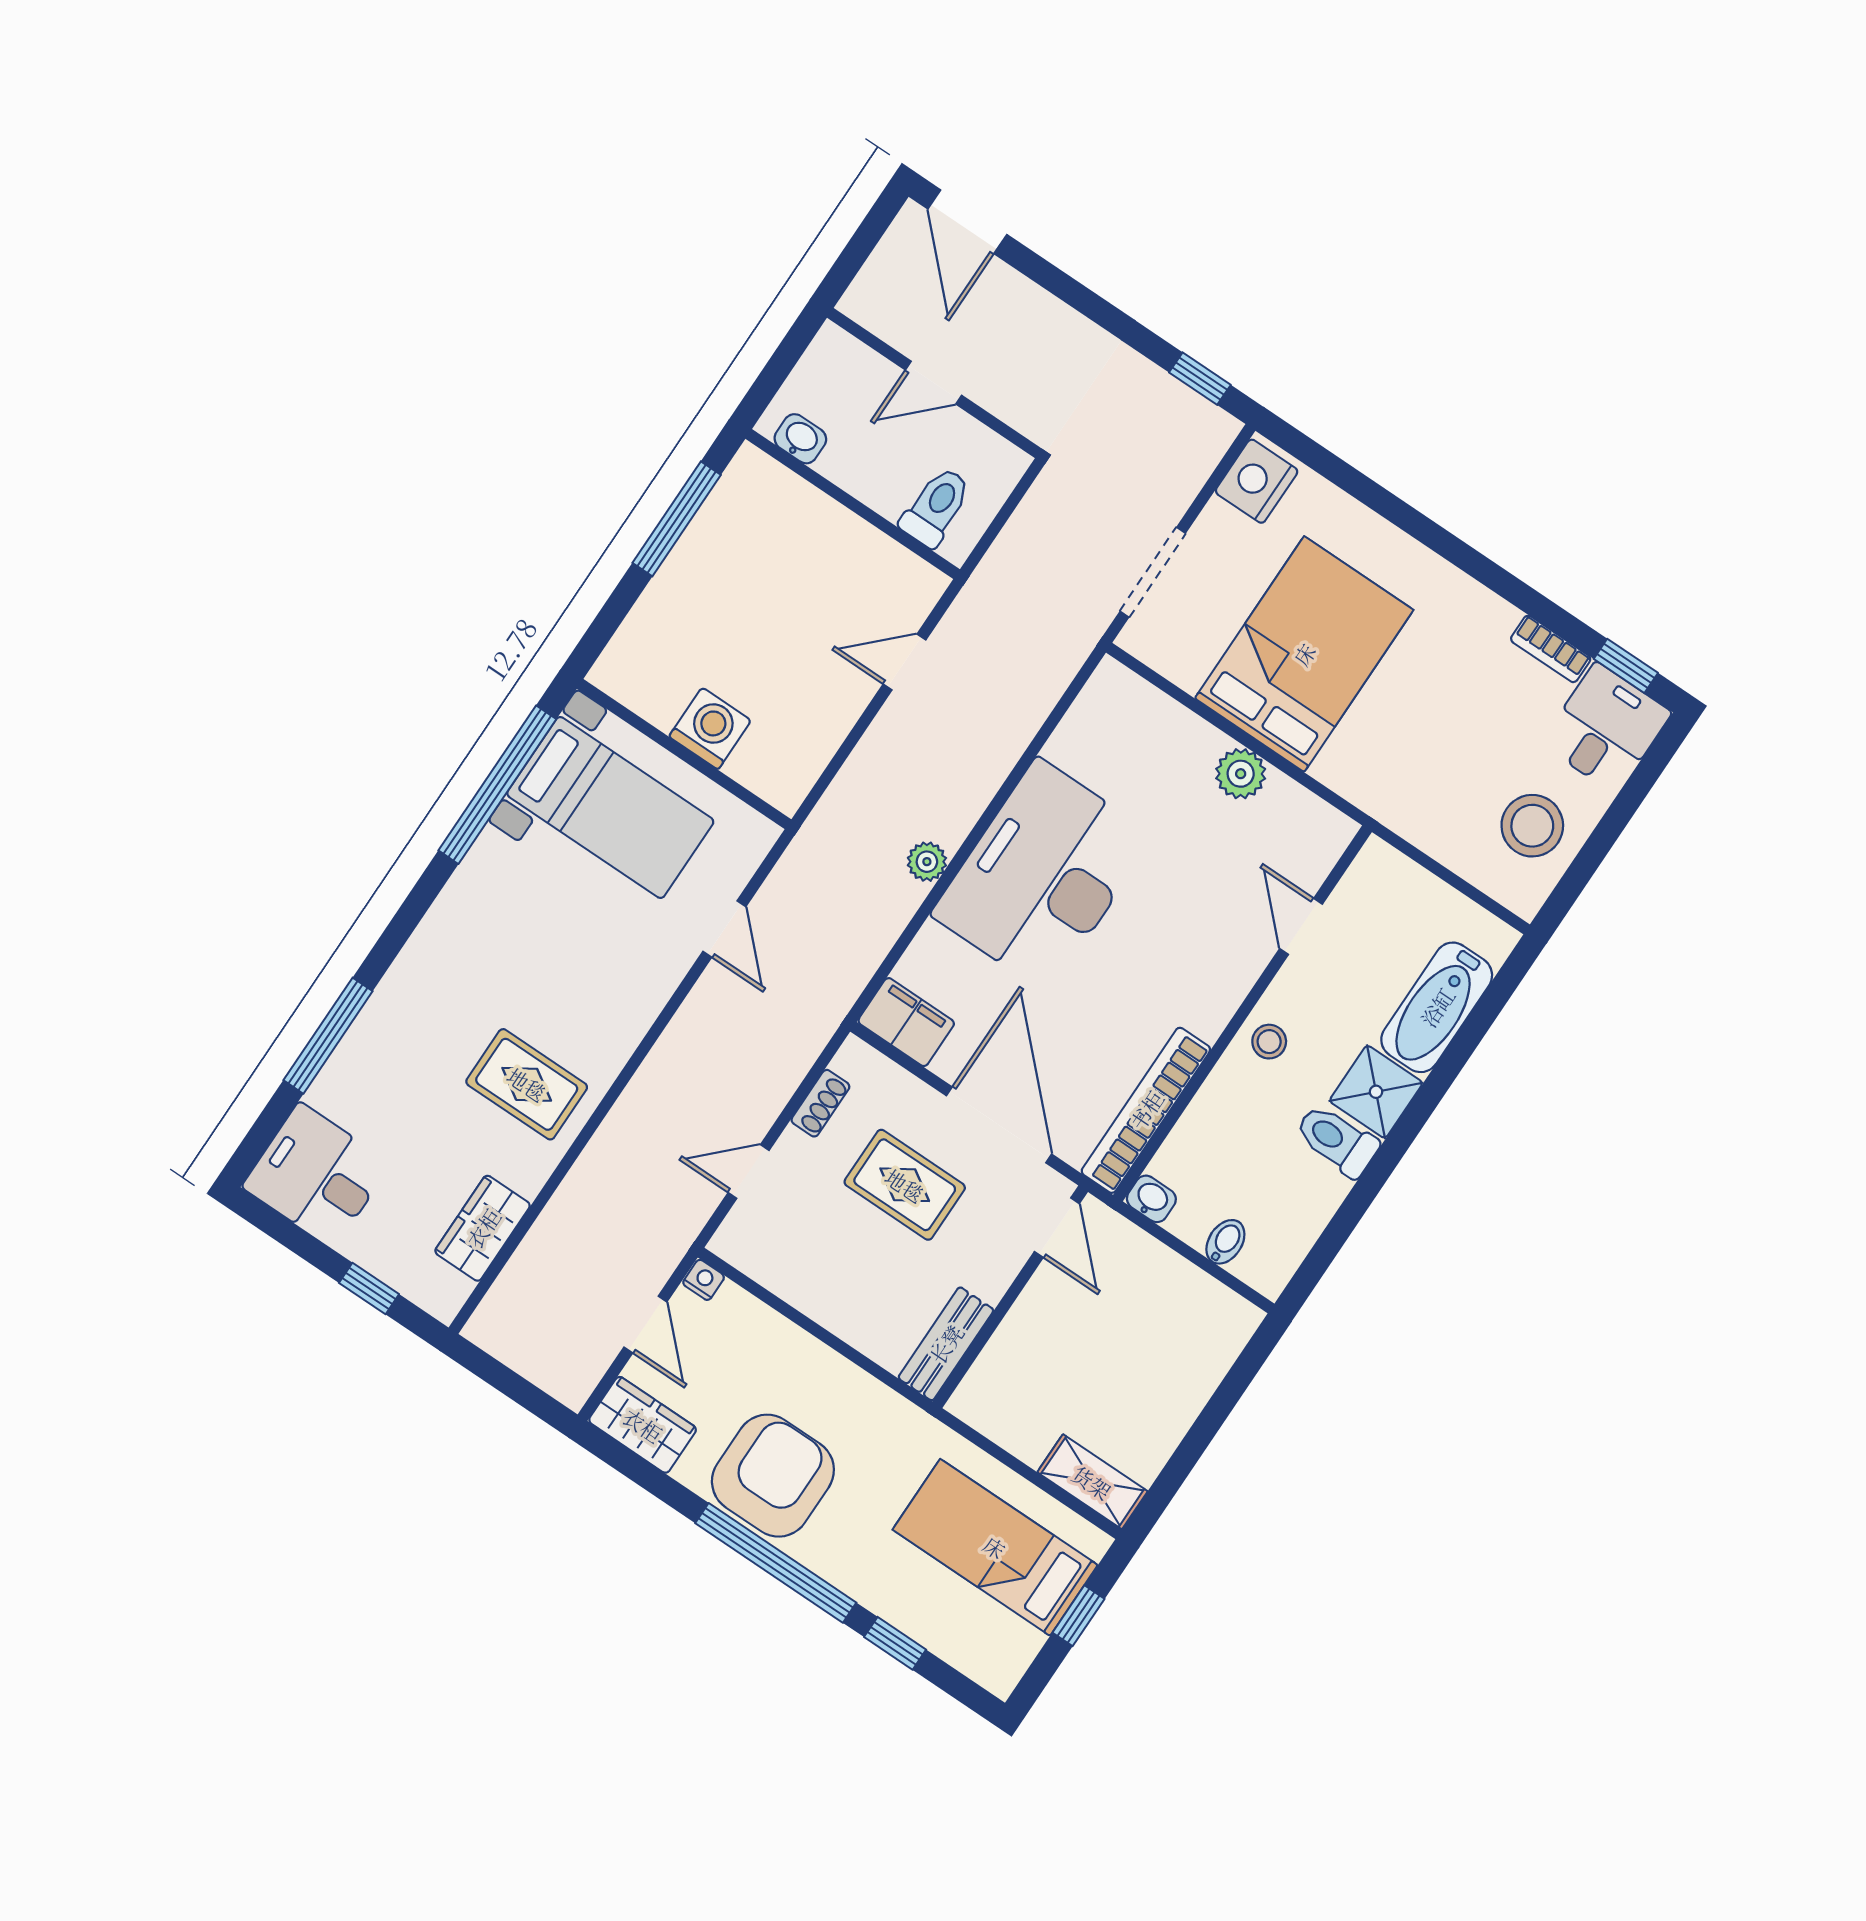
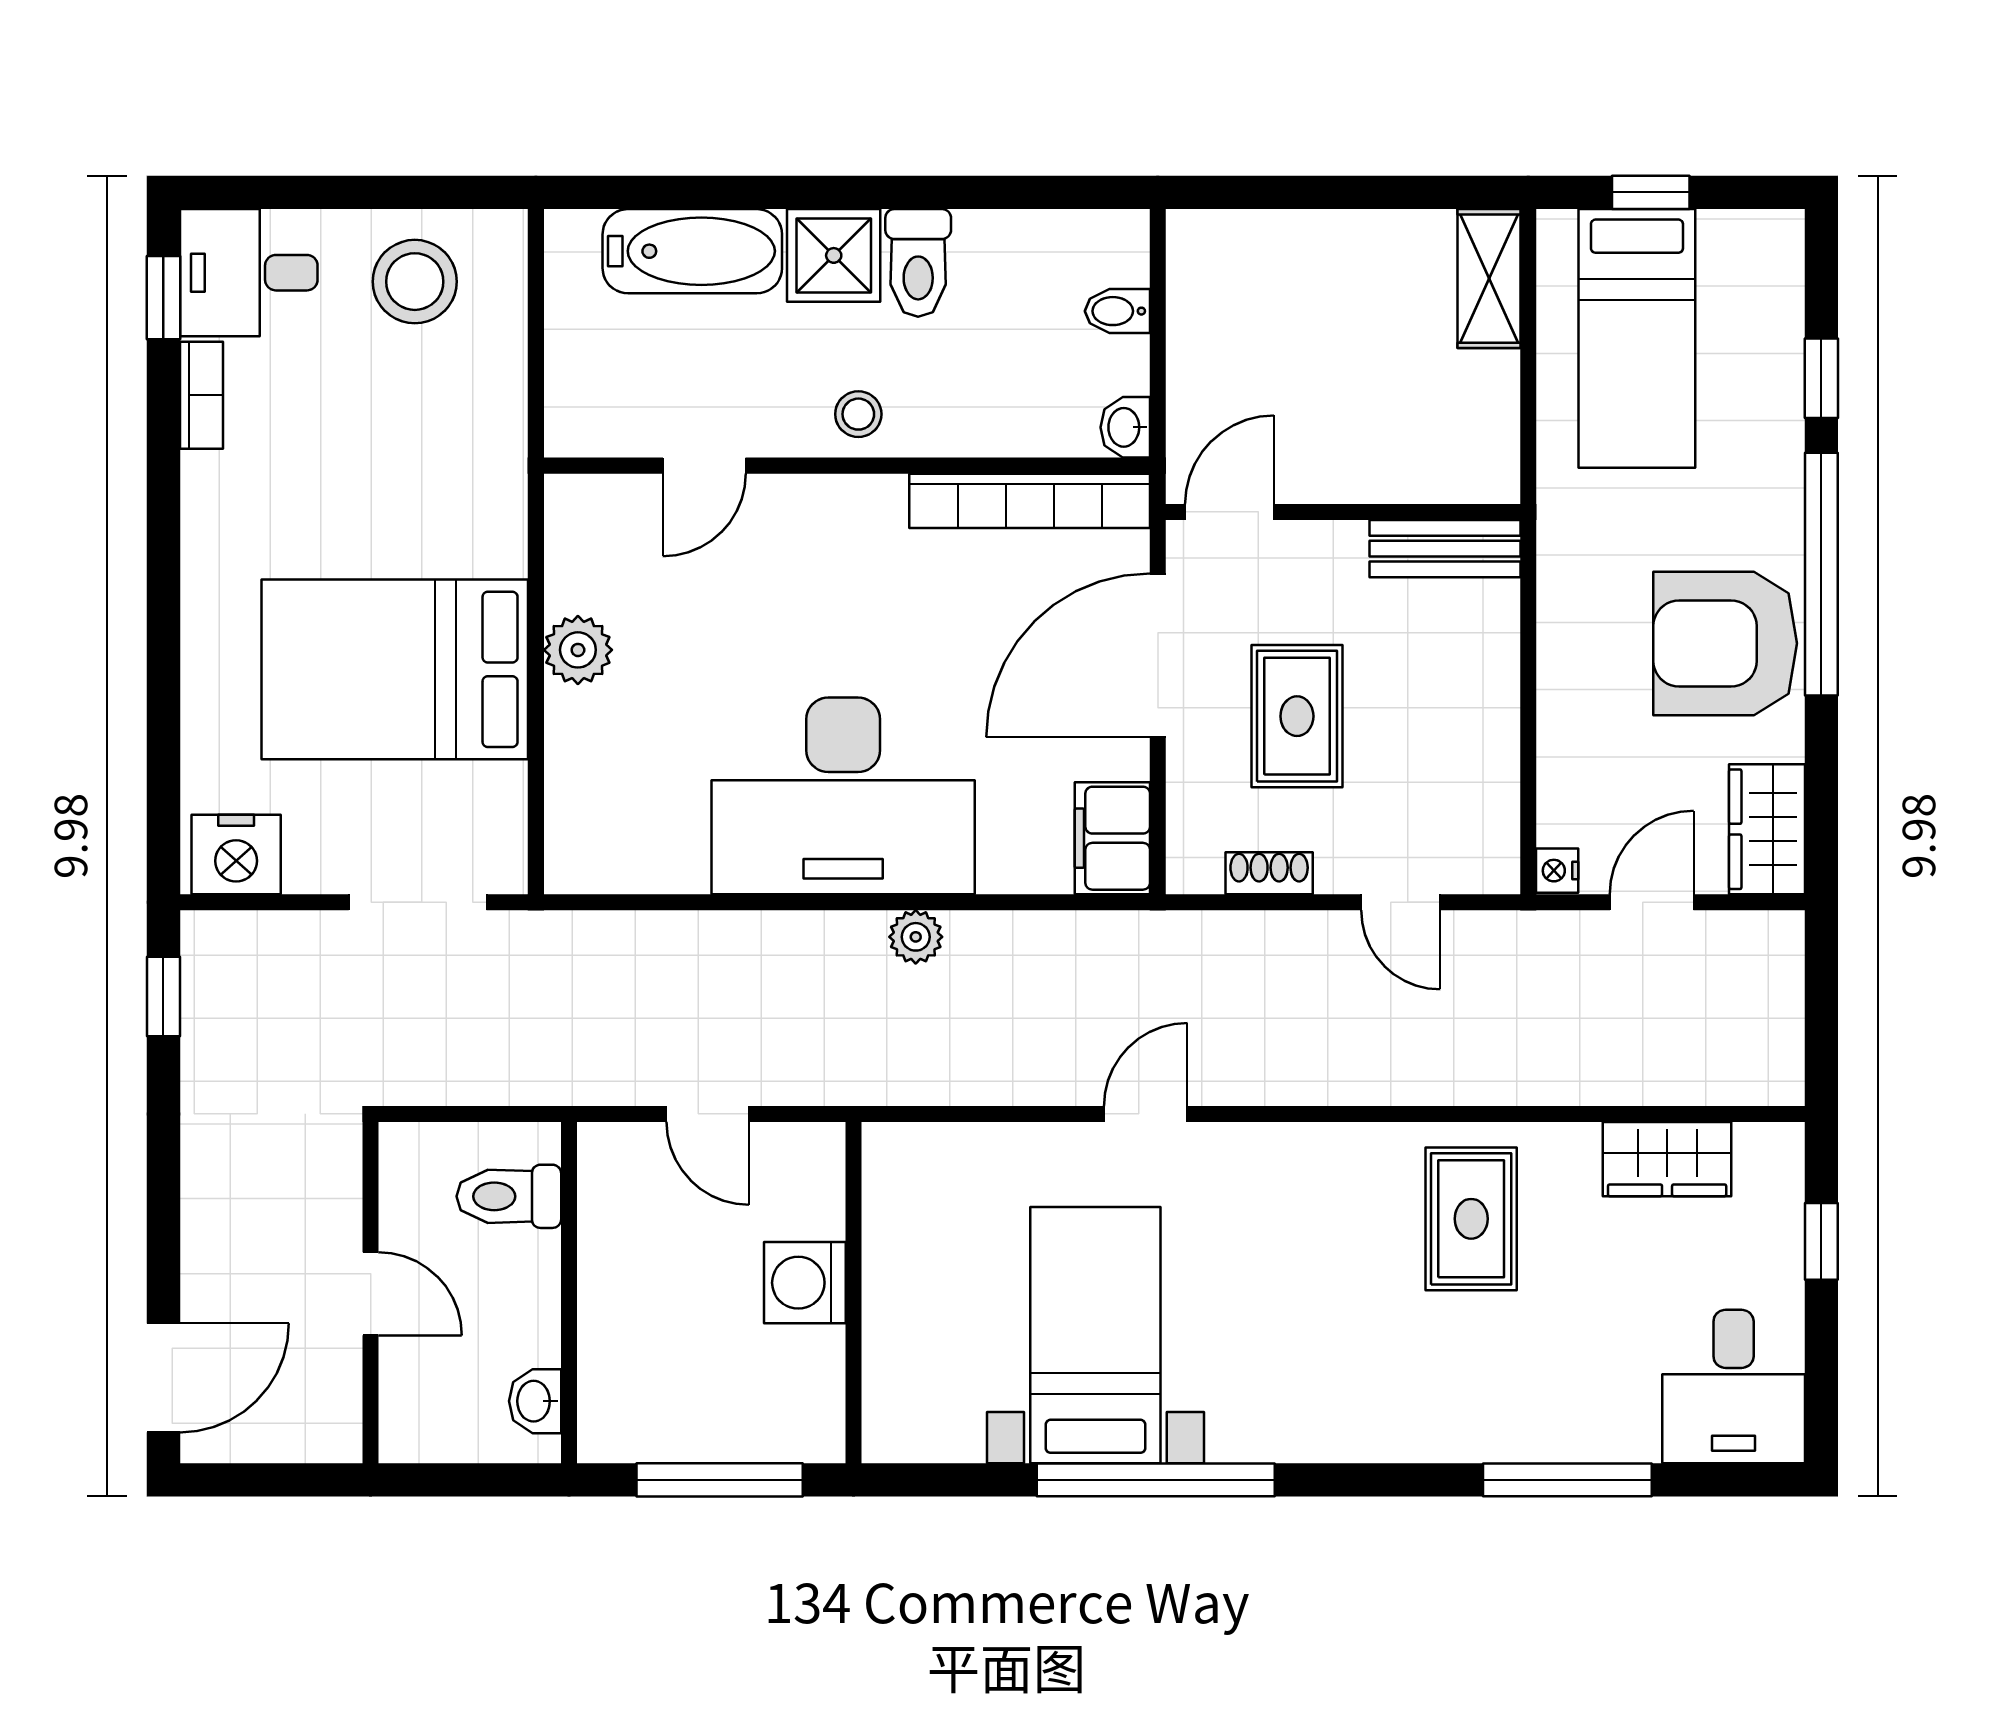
washing machine: (710, 728) -> (805, 1283), moved
wall: (684, 754) -> (853, 1293), moved

